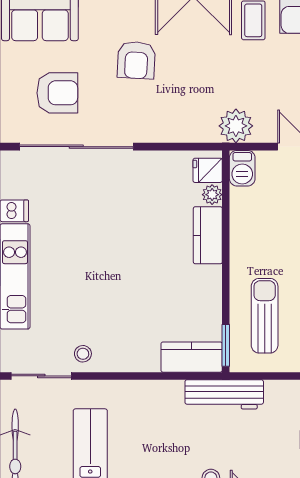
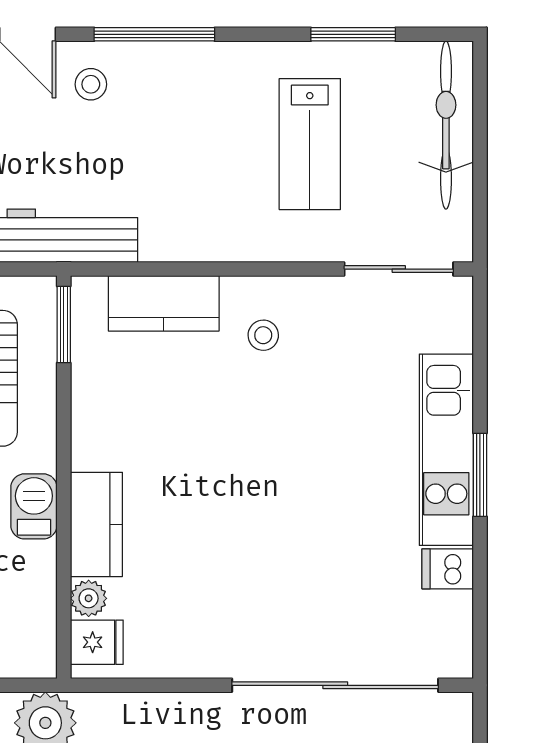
barbecue: (242, 168) -> (34, 506), moved
stool: (83, 354) -> (263, 335), moved
kitchen counter: (192, 357) -> (164, 303), moved

